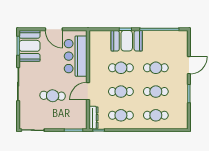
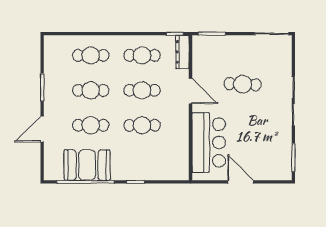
booth: (127, 41) -> (87, 165), moved
booth: (29, 46) -> (277, 158), removed
door: (88, 91) -> (190, 91), hinge flipped

